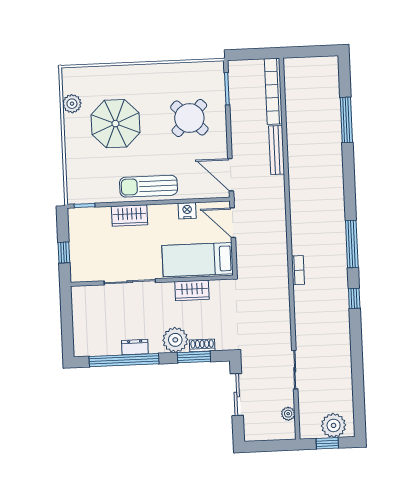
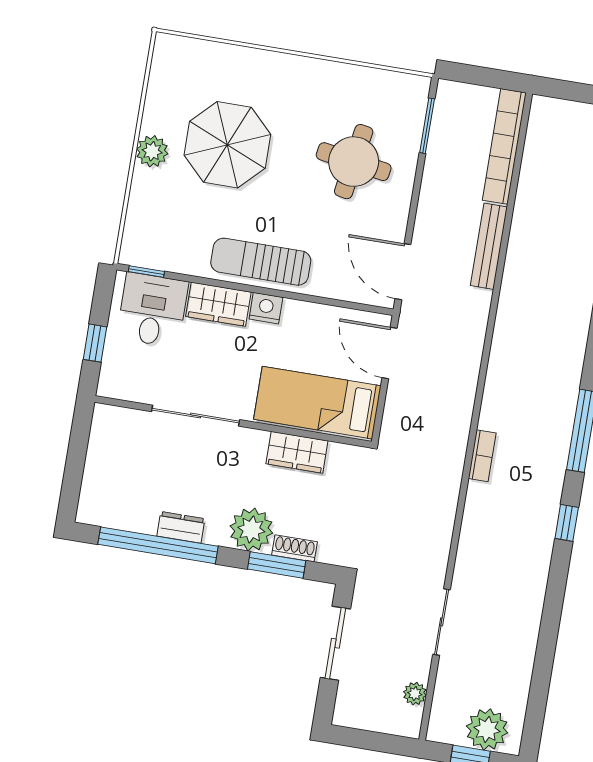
plant: (72, 104) -> (152, 151), moved
round table: (189, 118) -> (354, 162), turned -35
nightstand: (187, 211) -> (266, 308), moved
desk: (93, 227) -> (152, 310), added

